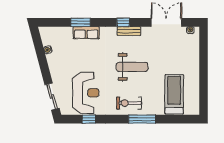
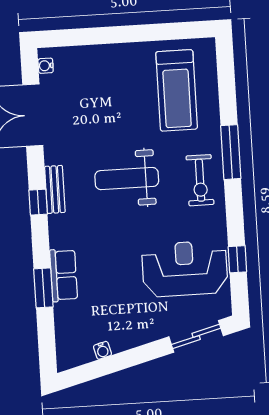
weight bench: (132, 67) -> (127, 179), turned -90
treadmill: (174, 94) -> (177, 90), turned -90

